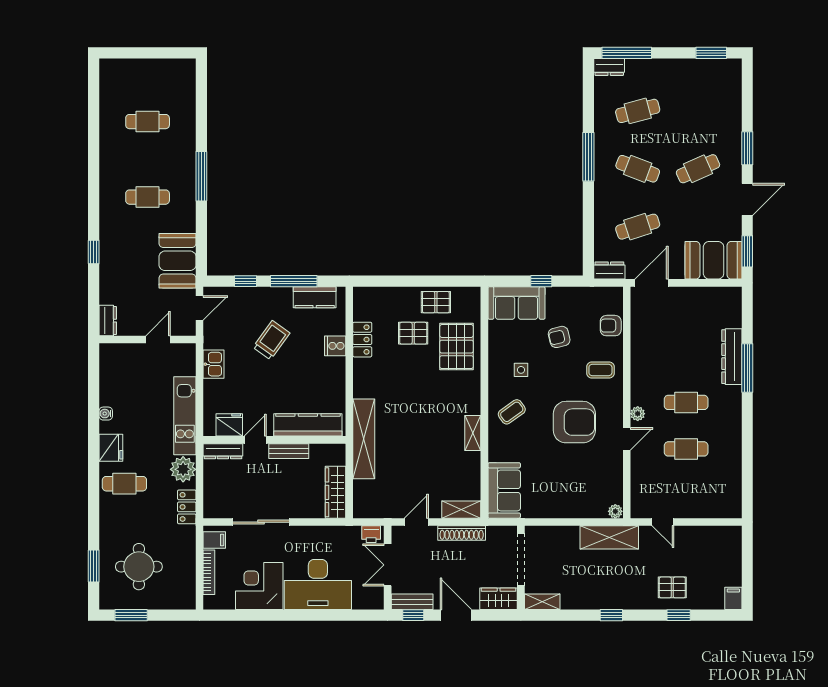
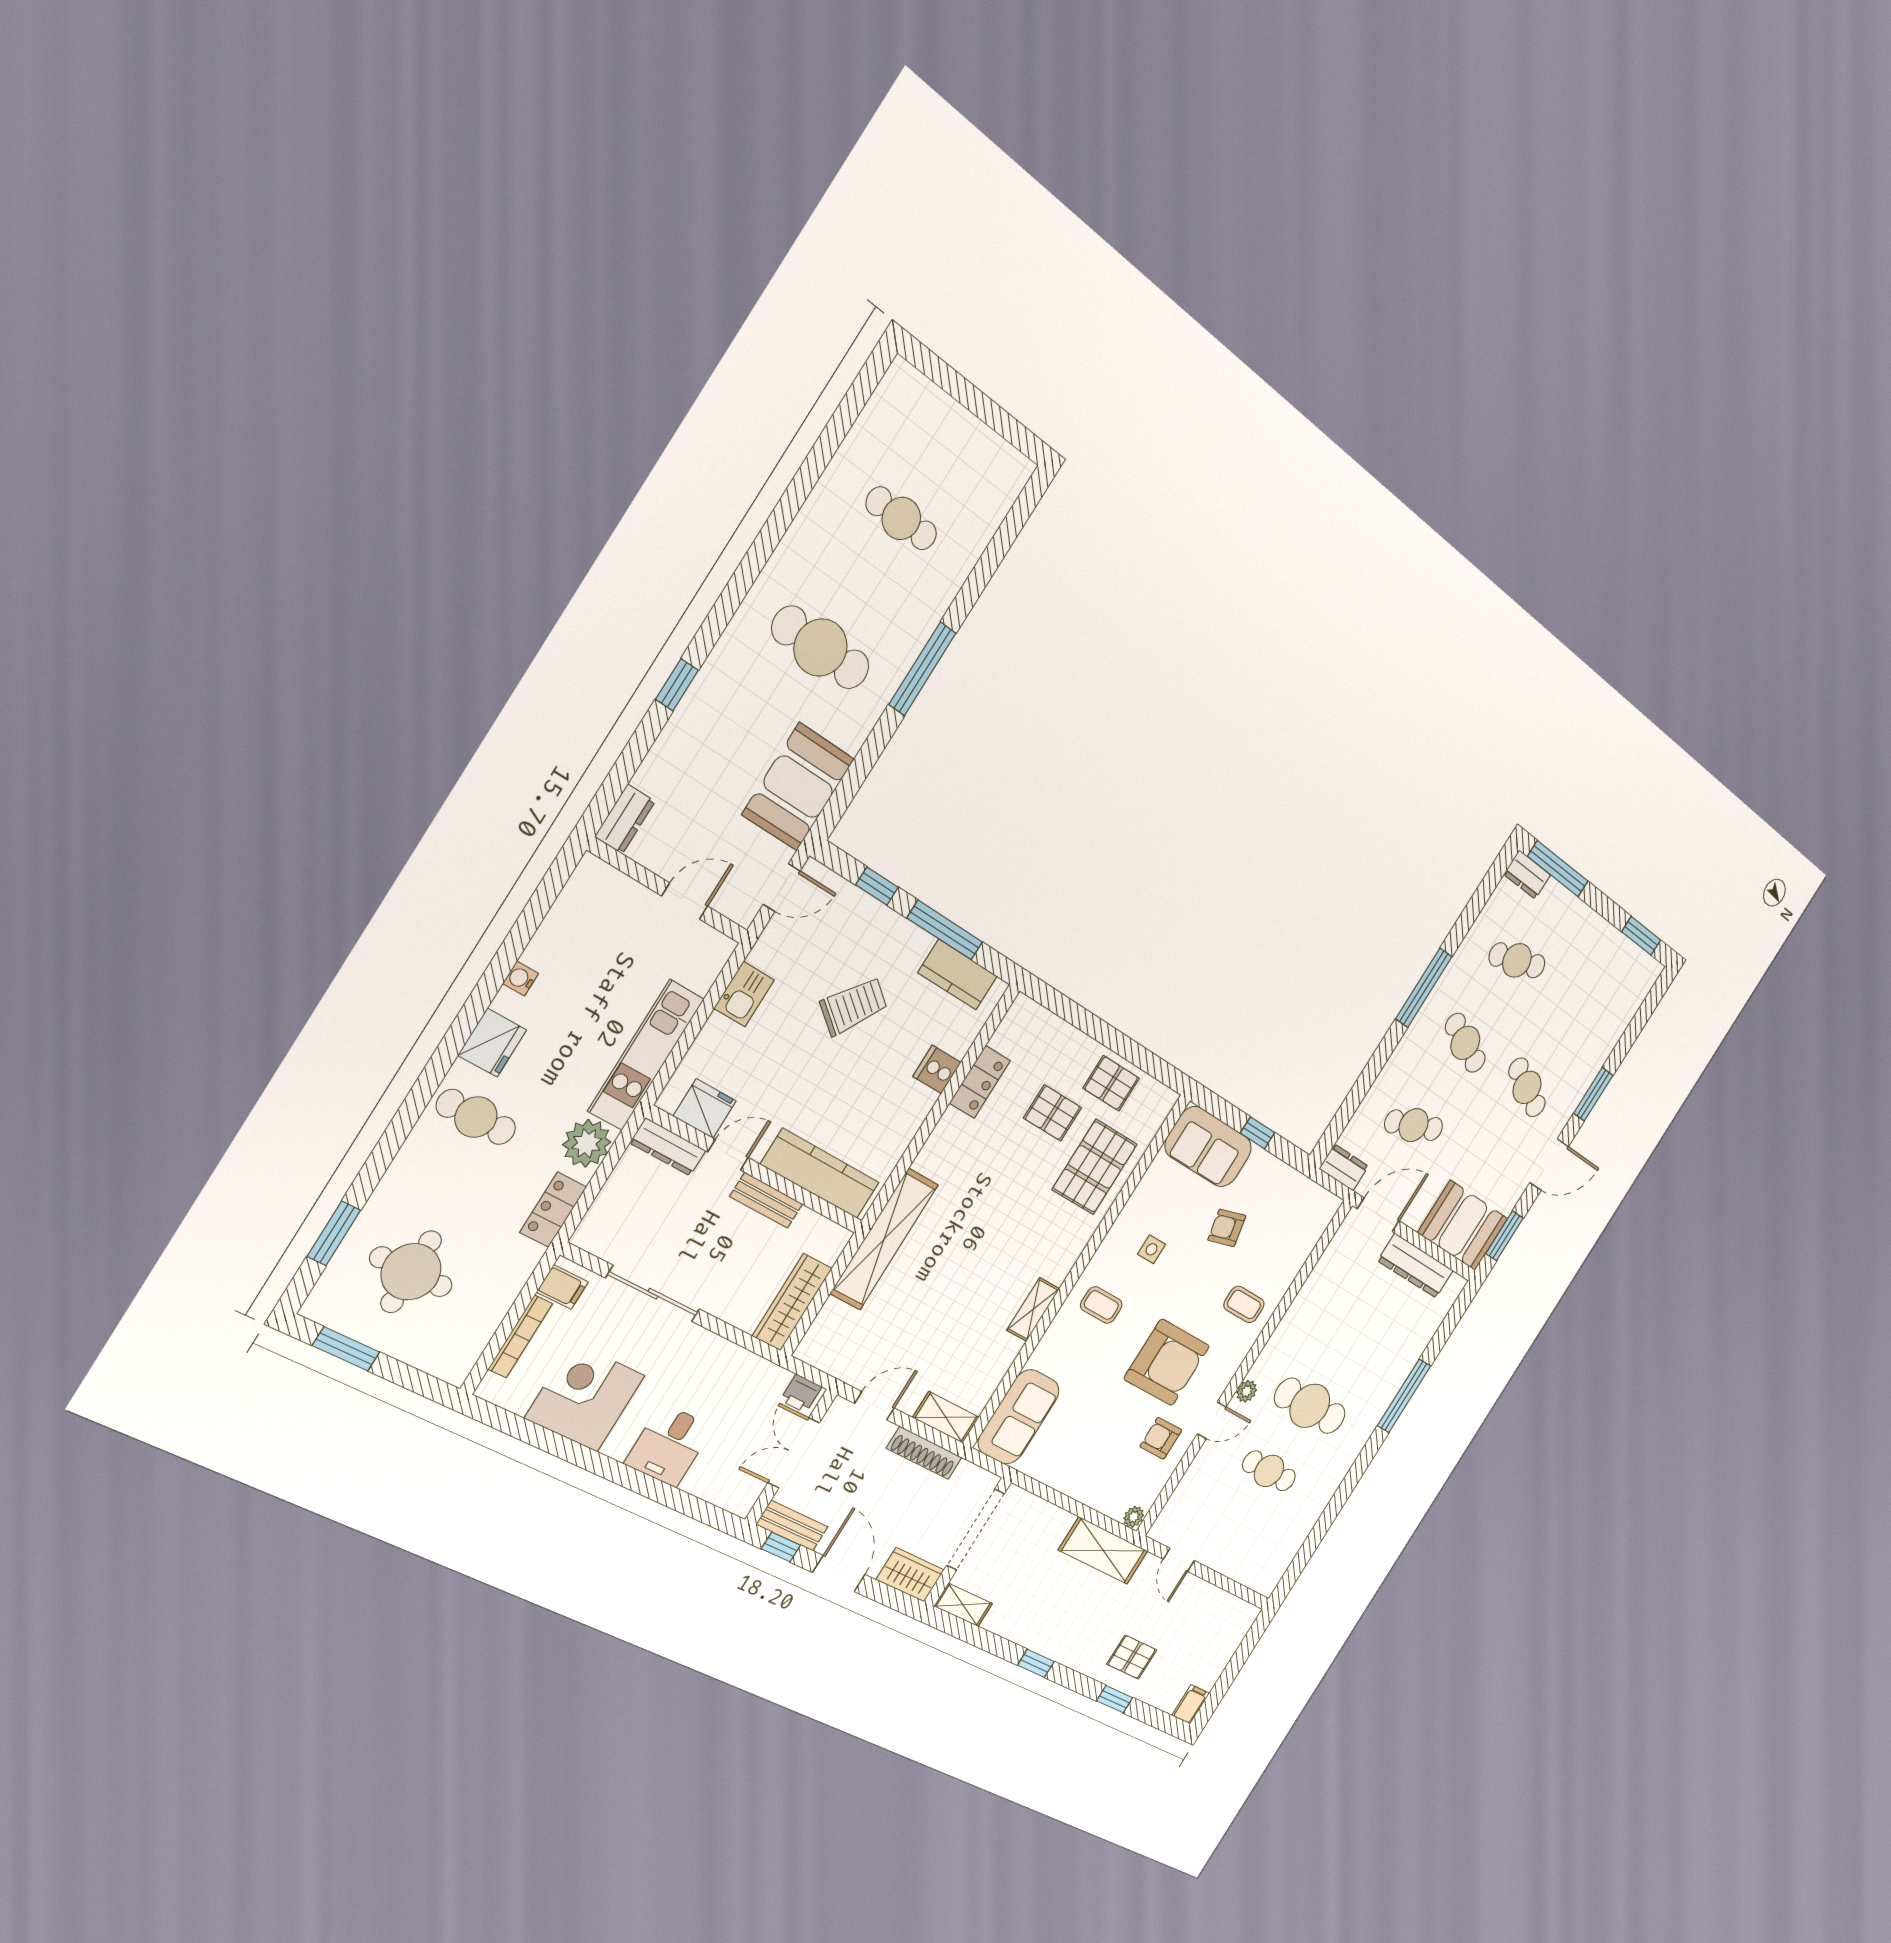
cafe table: (698, 169) -> (1527, 1087), turned 48
cafe table: (148, 197) -> (821, 648), width x1.37, depth x1.35
armchair: (611, 326) -> (1161, 1438), moved
dresser: (732, 357) -> (1416, 1266), moved, turned -90
cafe table: (686, 402) -> (1310, 1406), width x1.37, depth x1.35
coffee table: (512, 412) -> (1101, 1305), turned 36
desk: (318, 585) -> (669, 1445), width x0.53, depth x0.77

